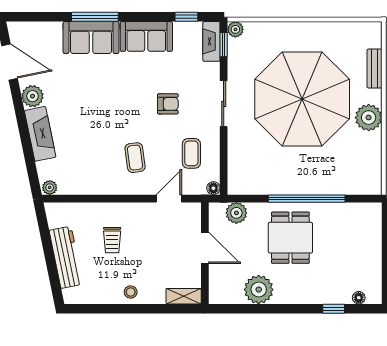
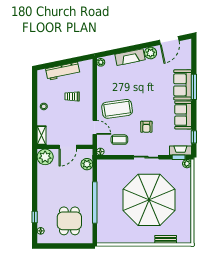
plant: (369, 118) -> (139, 236), removed
coffee table: (135, 158) -> (117, 109), width x1.86, depth x1.72
dining table: (290, 238) -> (69, 221), moved, turned 90
plant: (259, 290) -> (45, 157), moved

